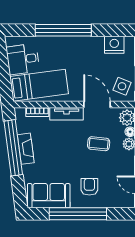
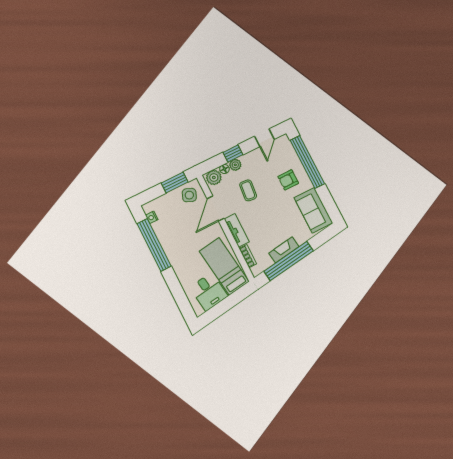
window: (63, 30) -> (154, 245), moved
nightstand: (114, 45) -> (152, 217), width x0.53, depth x0.56
window: (78, 214) -> (307, 162), moved

